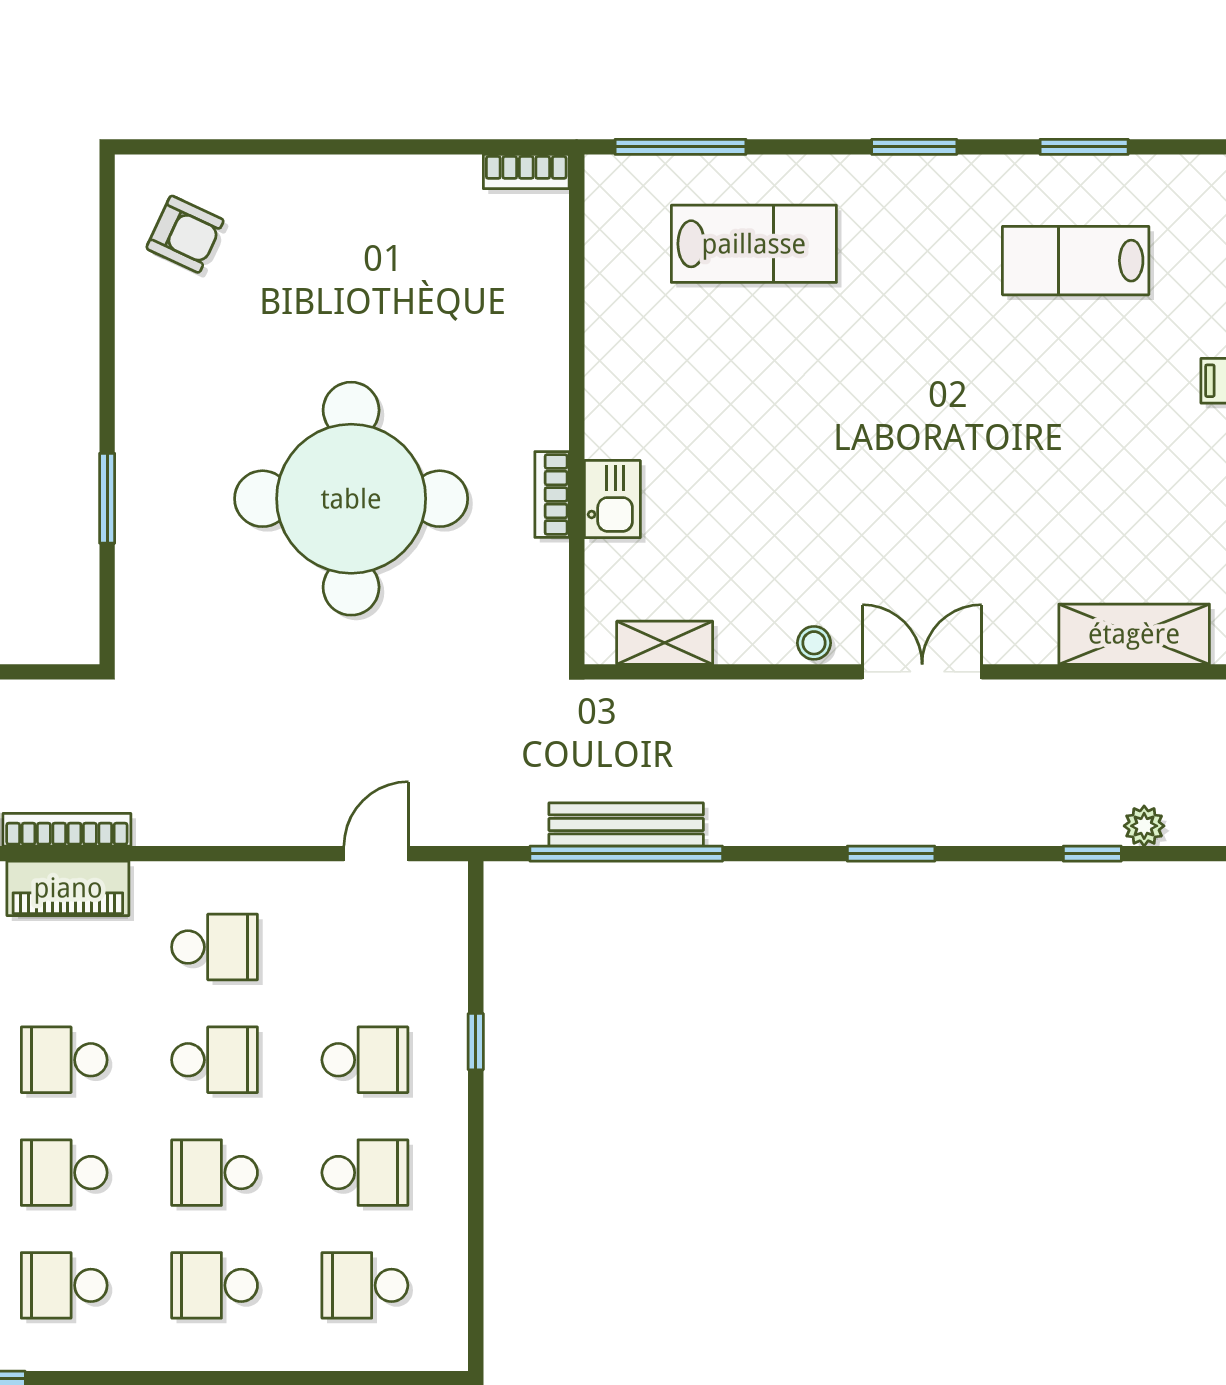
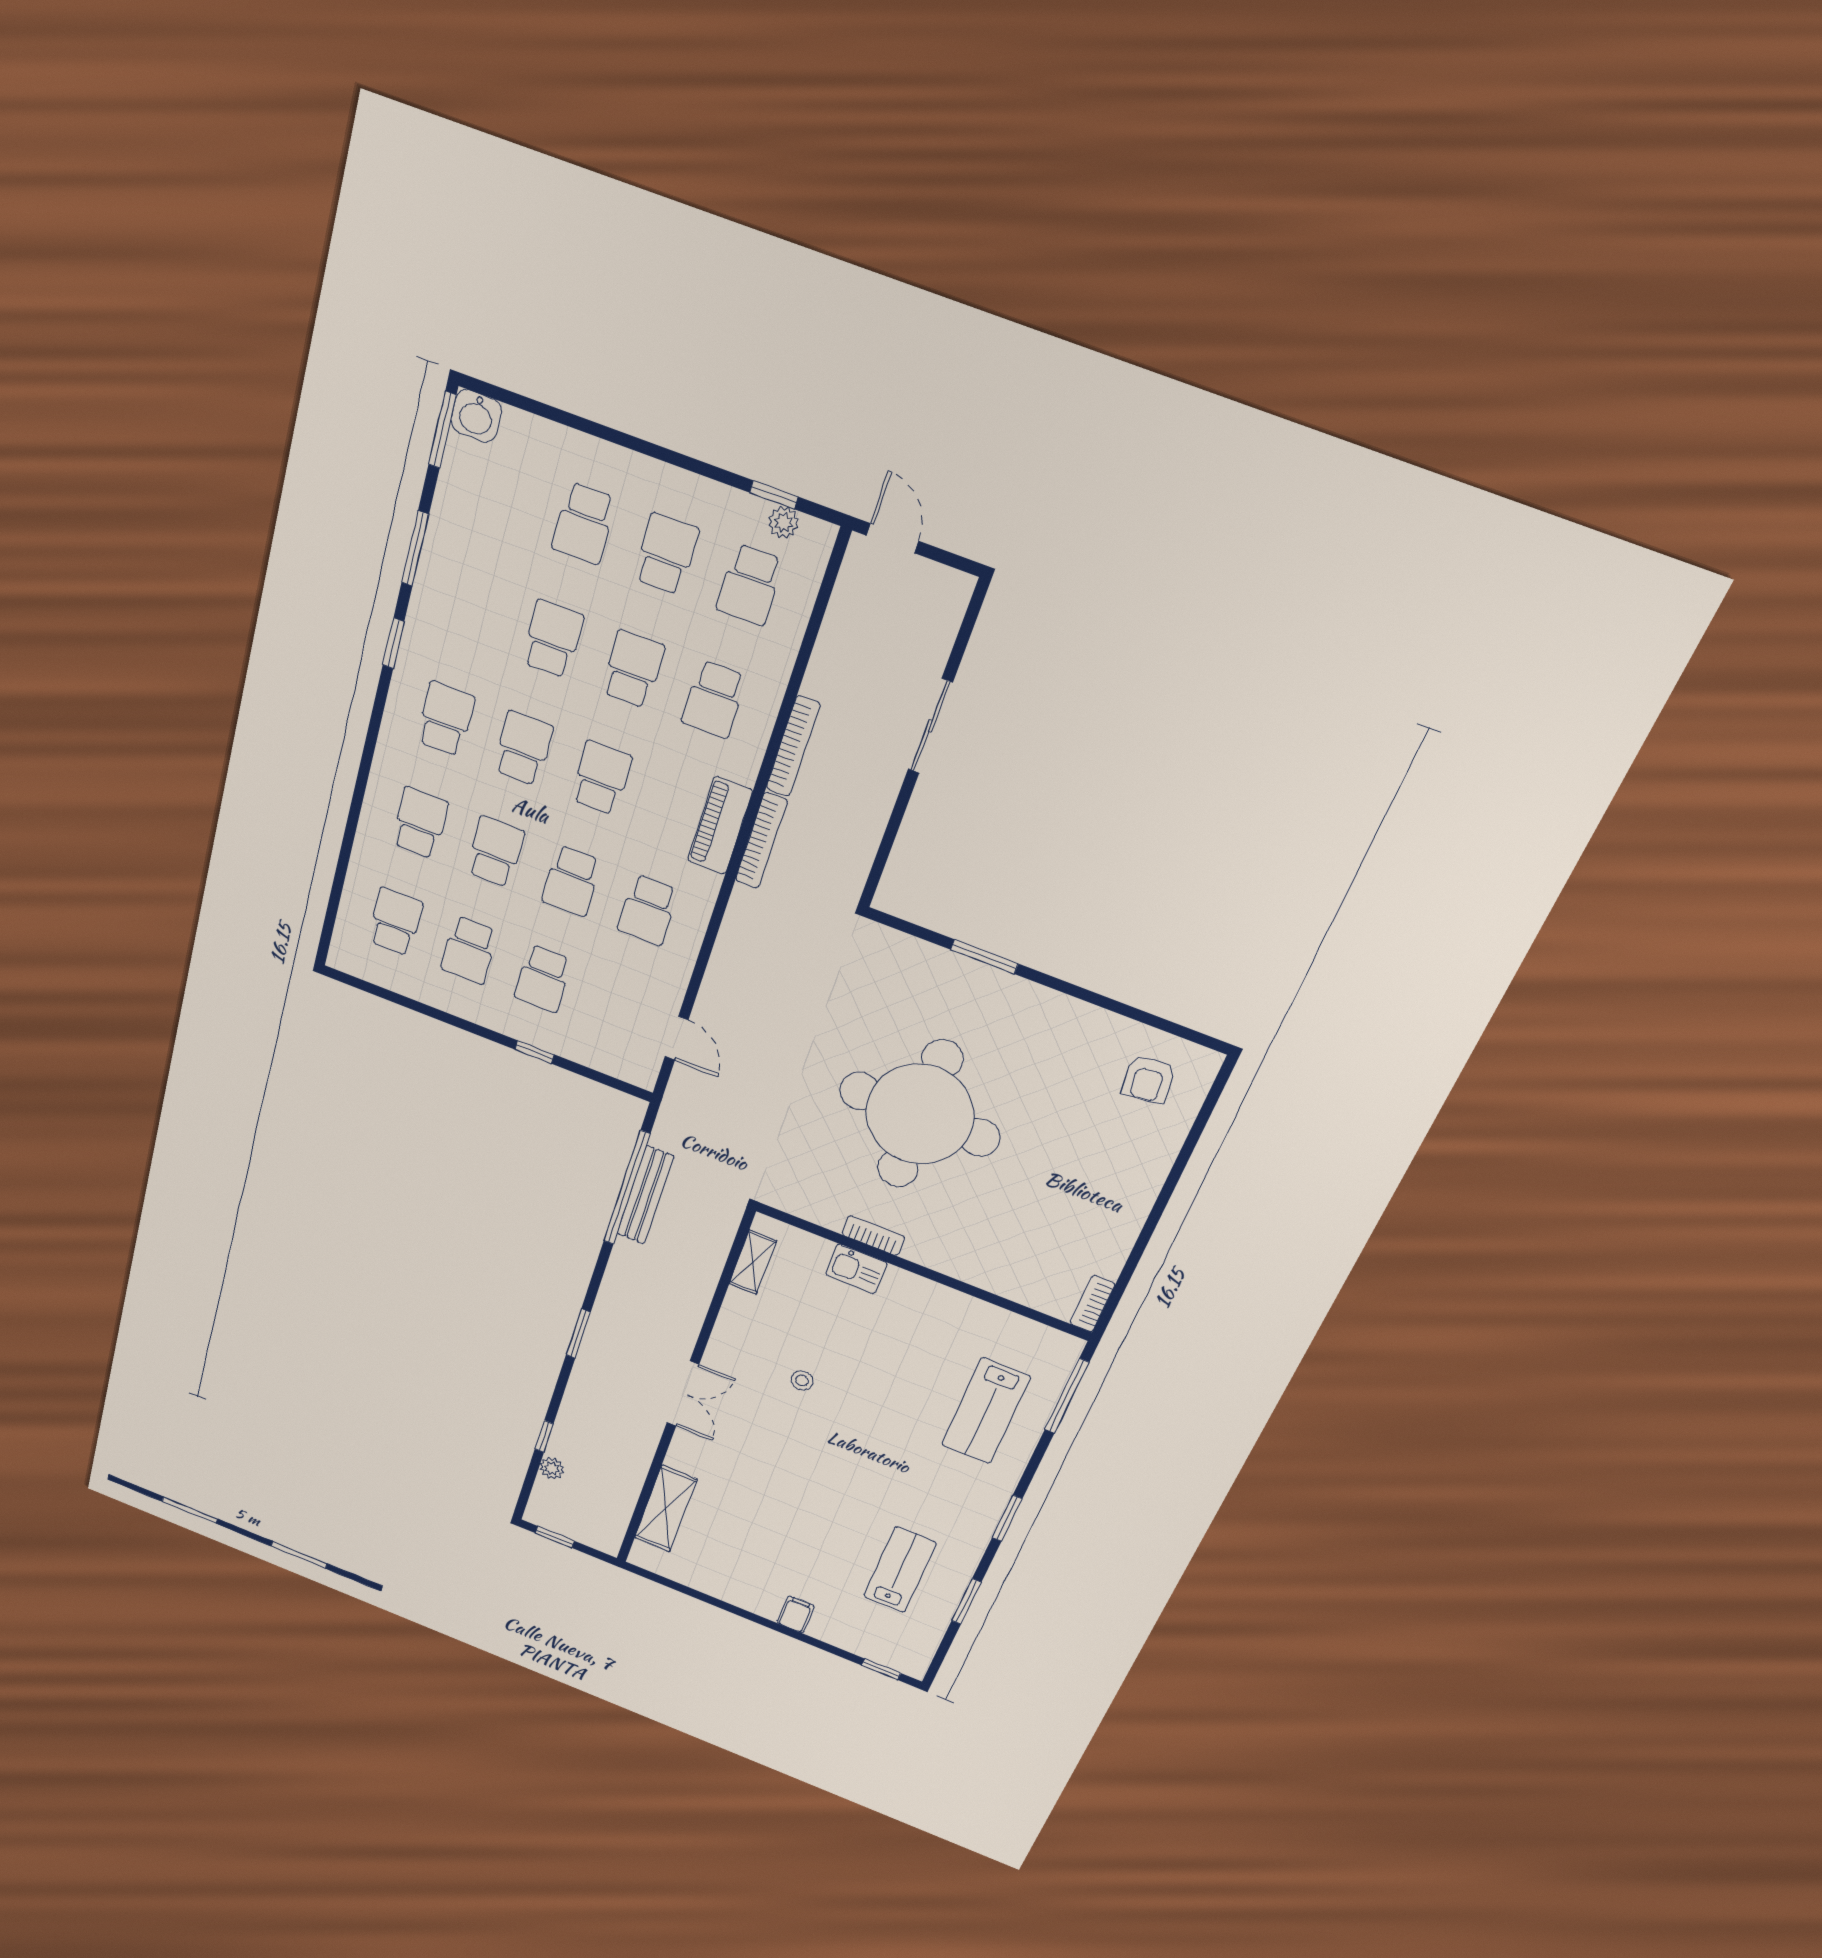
armchair: (185, 234) -> (1148, 1079), turned -32
stool: (814, 643) -> (802, 1380), moved

